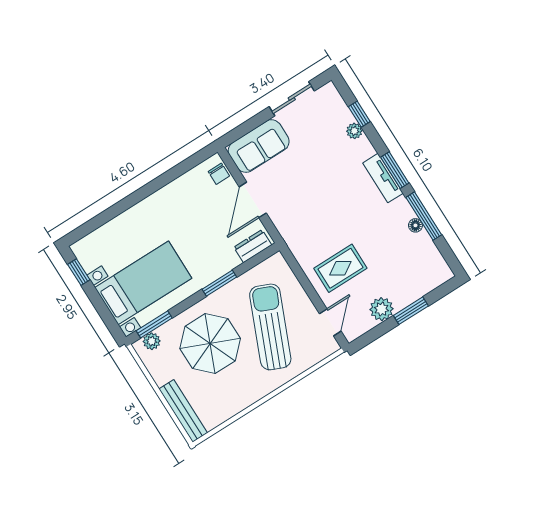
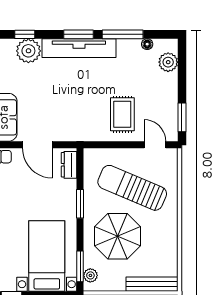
plant: (354, 131) -> (28, 51), width x1.88, depth x1.88
tv unit: (383, 178) -> (79, 48), width x1.92, depth x1.29
floor lamp: (415, 225) -> (147, 44), moved
plant: (382, 309) -> (168, 62), moved
window: (411, 311) -> (182, 117), moved

